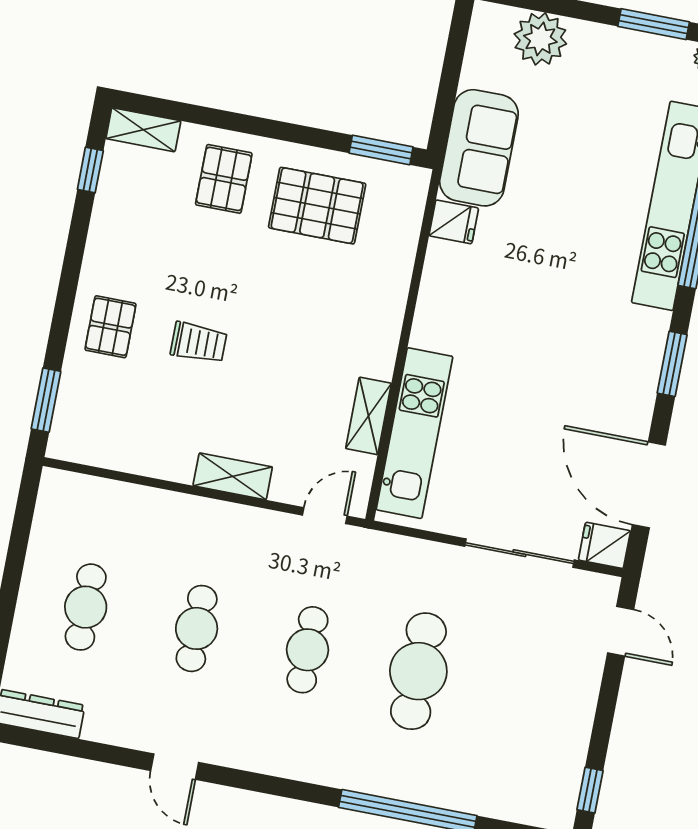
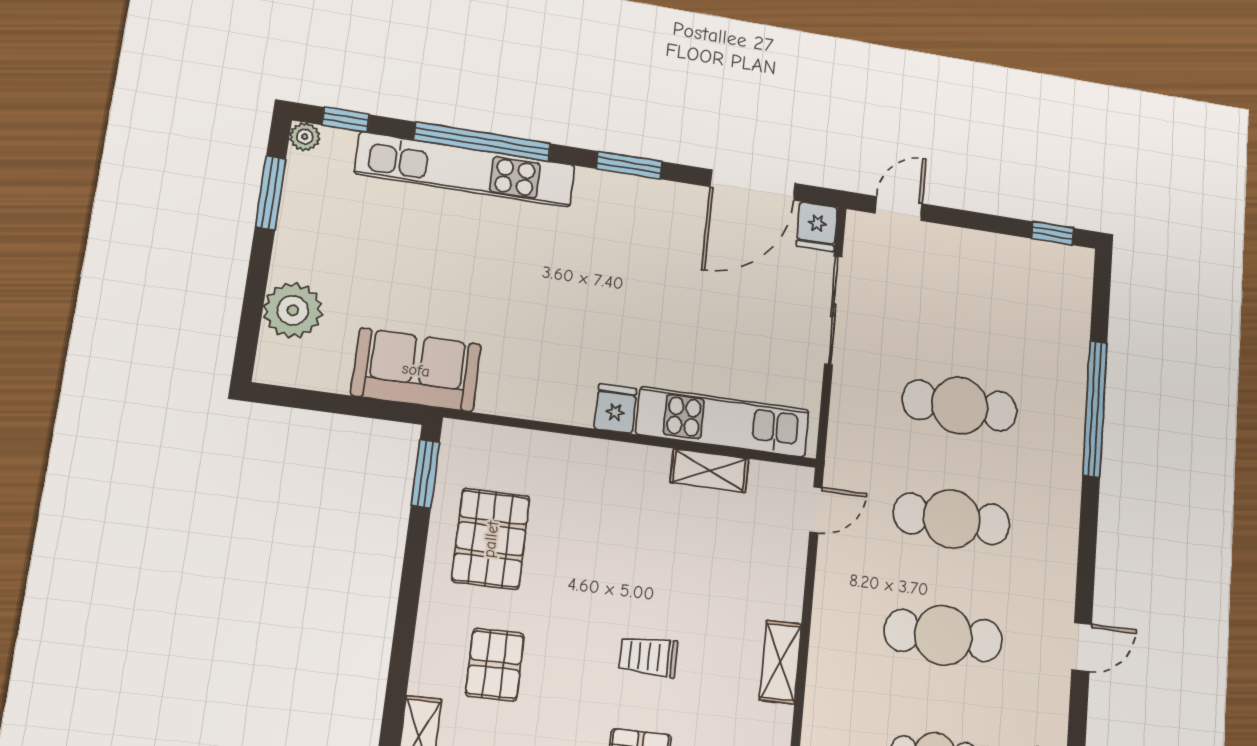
pallet: (224, 179) -> (495, 665), moved, turned 90
fridge: (454, 222) -> (615, 409), moved
trolley: (199, 343) -> (648, 656), turned -90
shelving: (233, 476) -> (780, 662), moved
door: (325, 516) -> (816, 510), swing flipped
cafe table: (197, 628) -> (943, 635), width x1.37, depth x1.35
cafe table: (307, 650) -> (952, 519), width x1.37, depth x1.35

